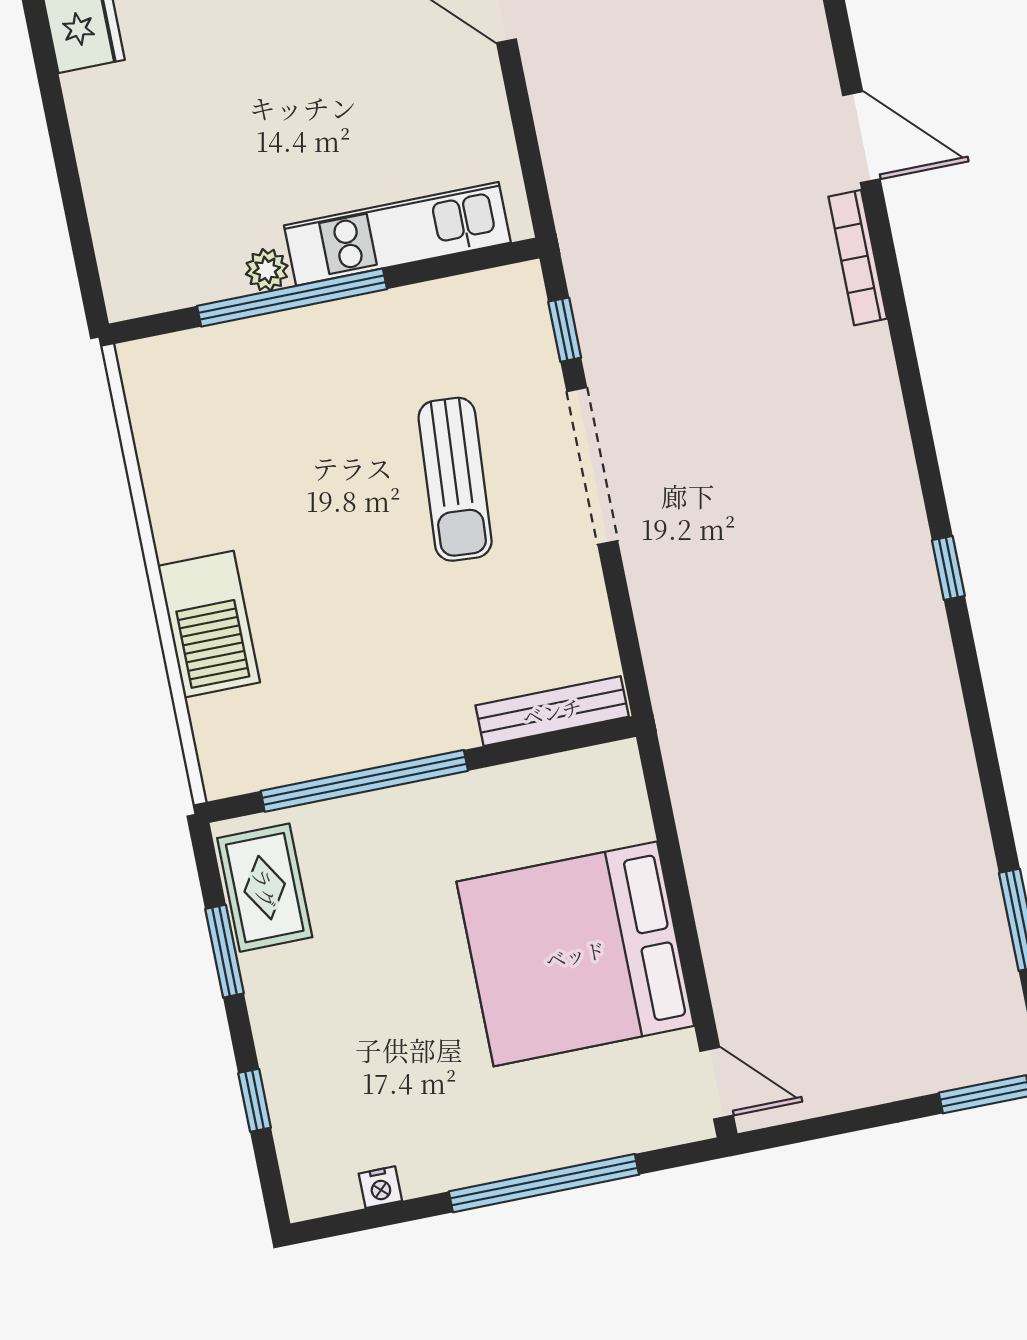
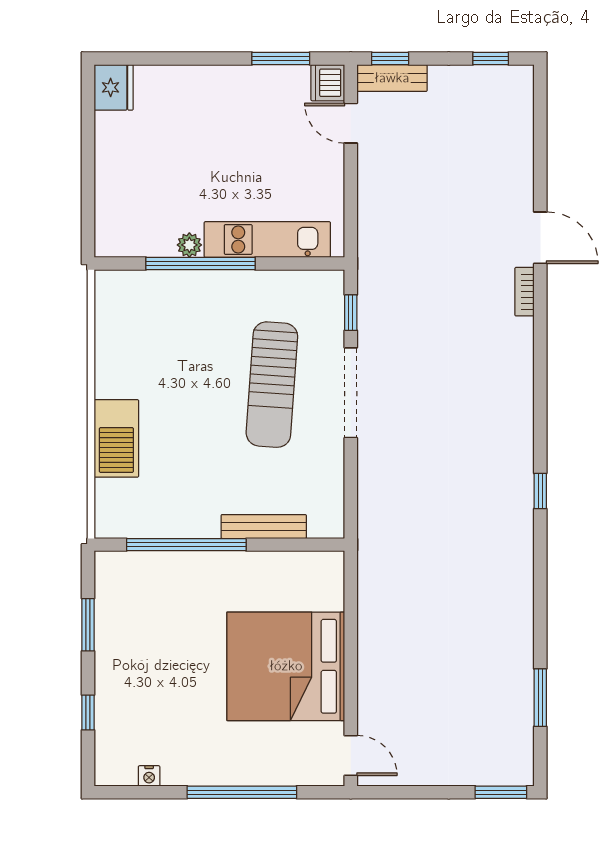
bookcase: (858, 258) -> (525, 292), width x0.64
sun lounger: (455, 479) -> (272, 385), width x1.36, depth x1.34
bench: (552, 711) -> (264, 527), moved
rug: (265, 888) -> (118, 594), removed

